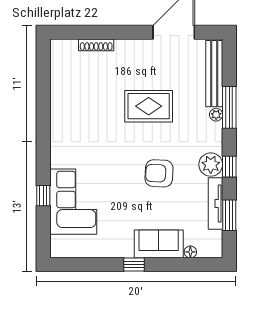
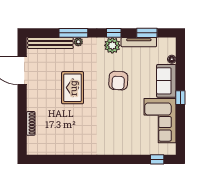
window: (43, 196) -> (157, 159), moved
corner sofa: (73, 202) -> (160, 121), moved, turned -90

